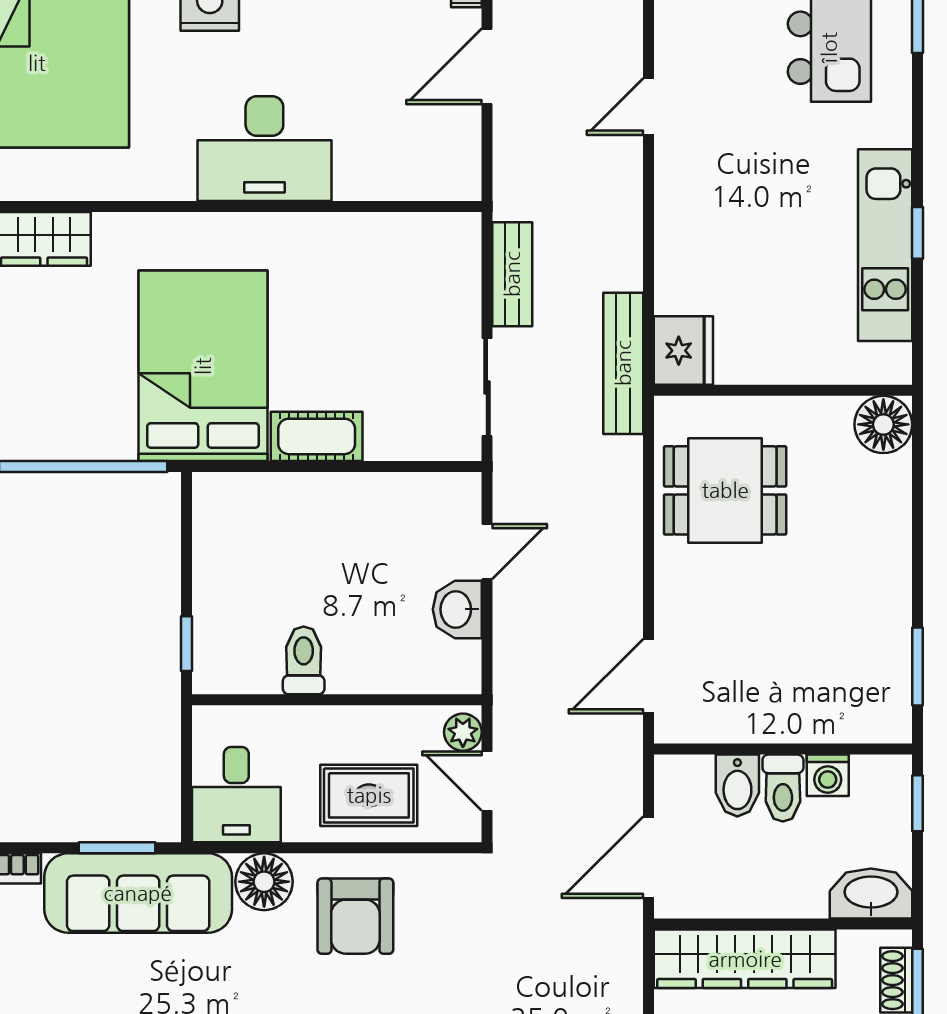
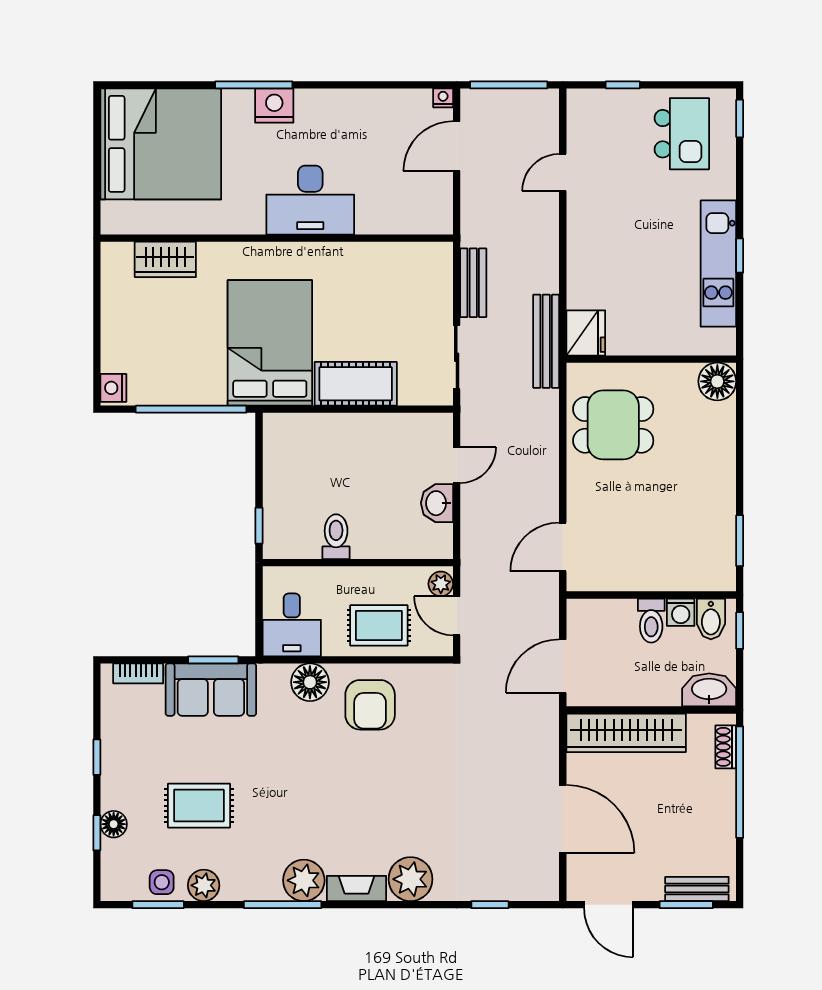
cot: (317, 436) -> (356, 384), width x1.37, depth x1.34
bidet: (737, 786) -> (711, 619), moved
sofa: (138, 893) -> (211, 690), width x0.73

